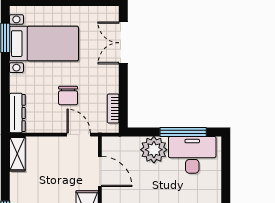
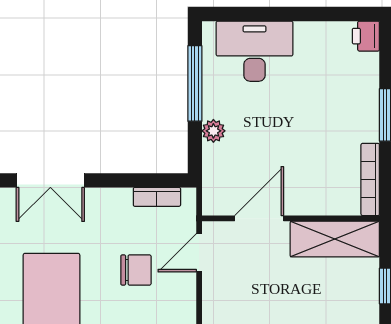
plant: (154, 150) -> (213, 131), width x0.53, depth x0.53
desk: (192, 155) -> (254, 51), moved, turned 90

